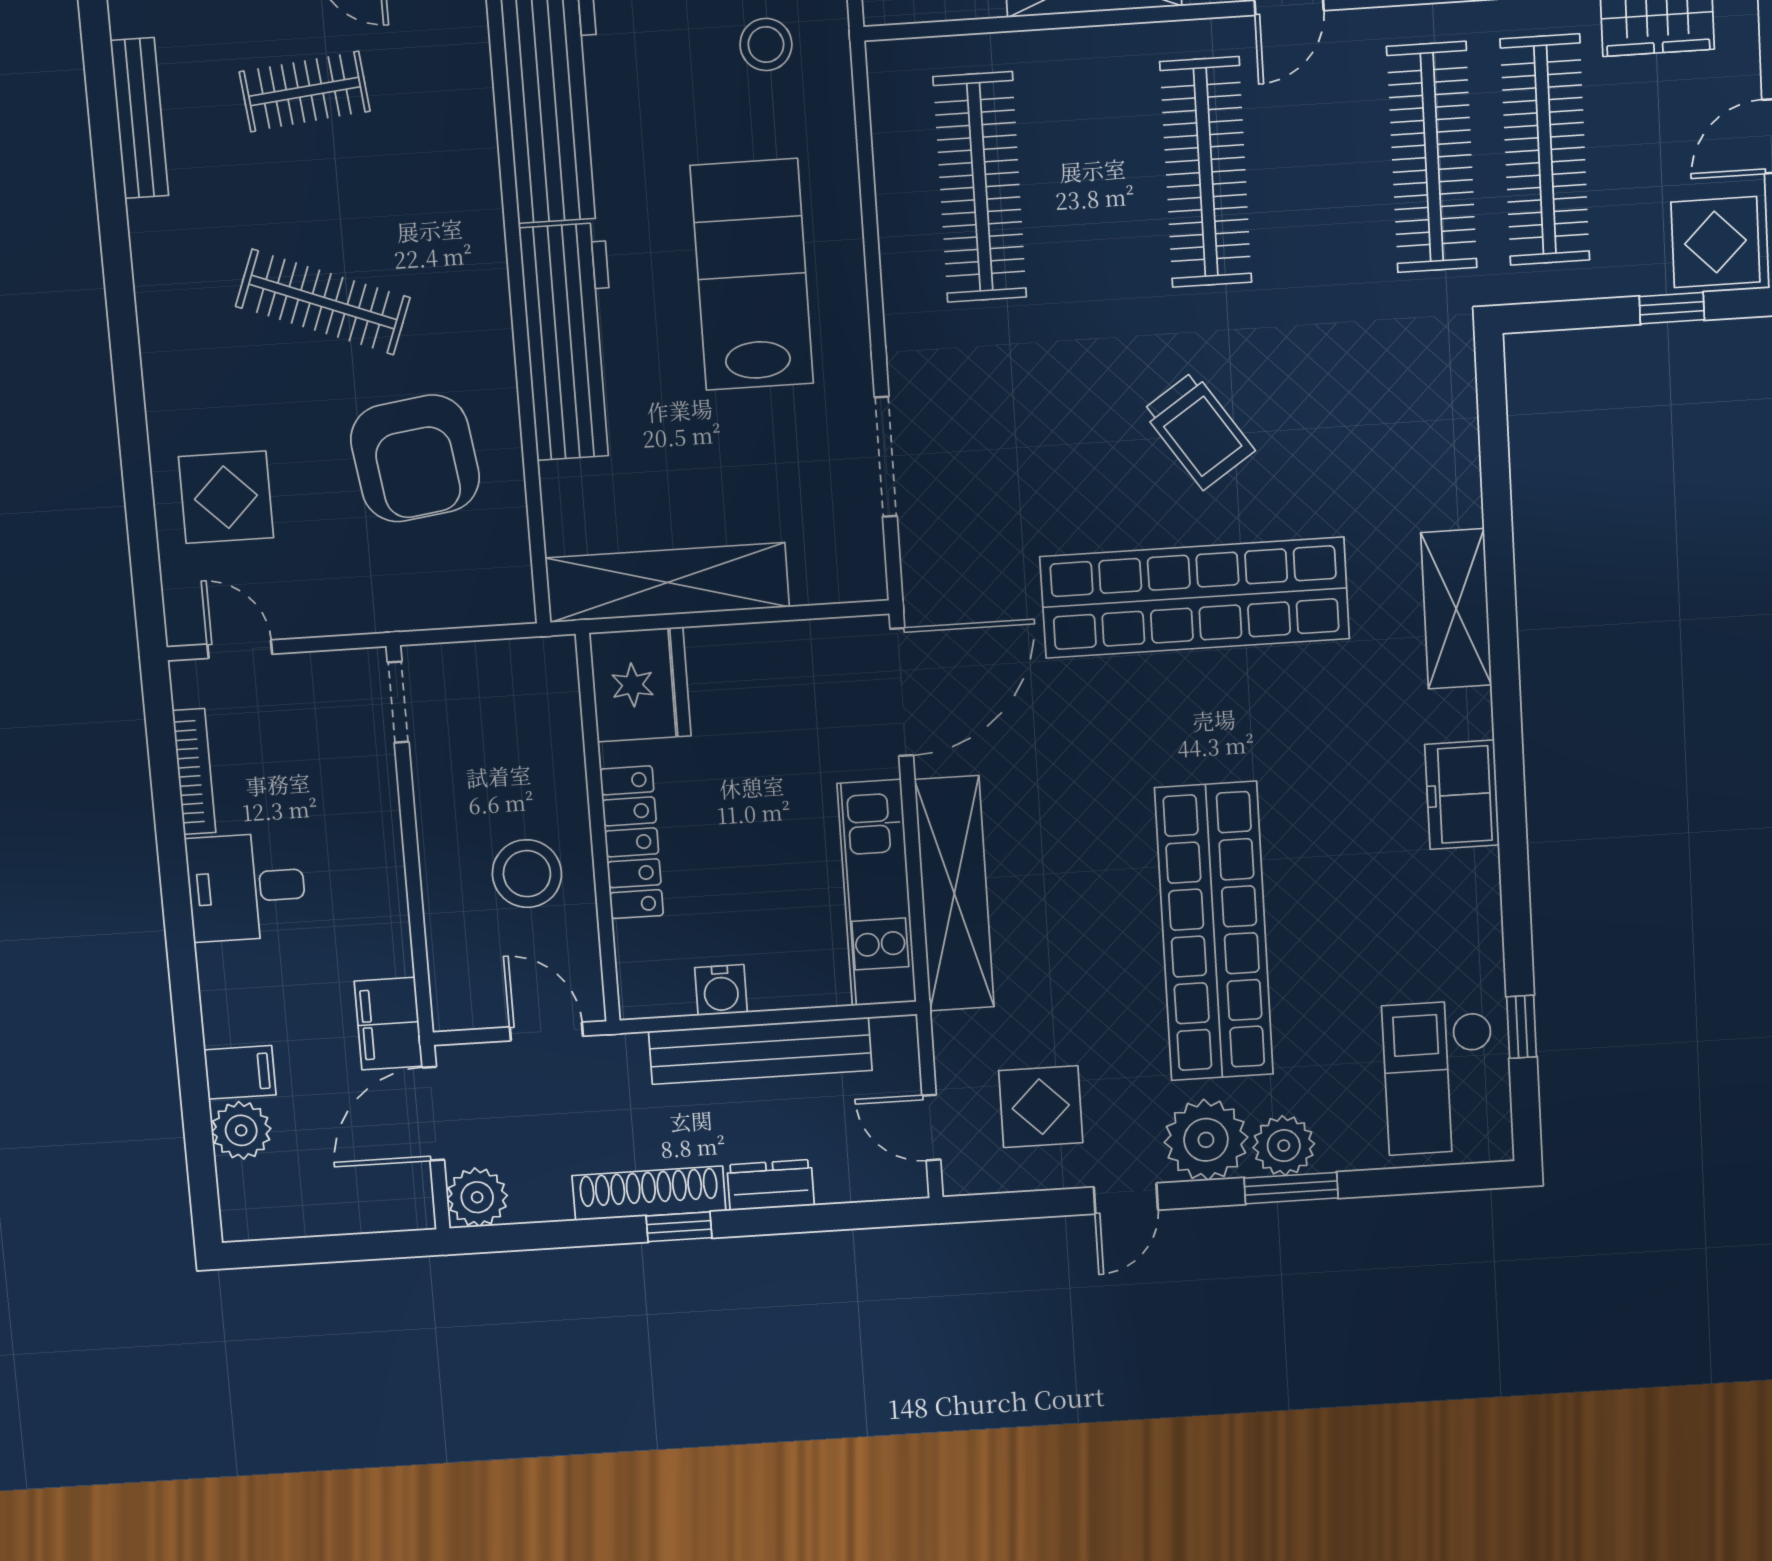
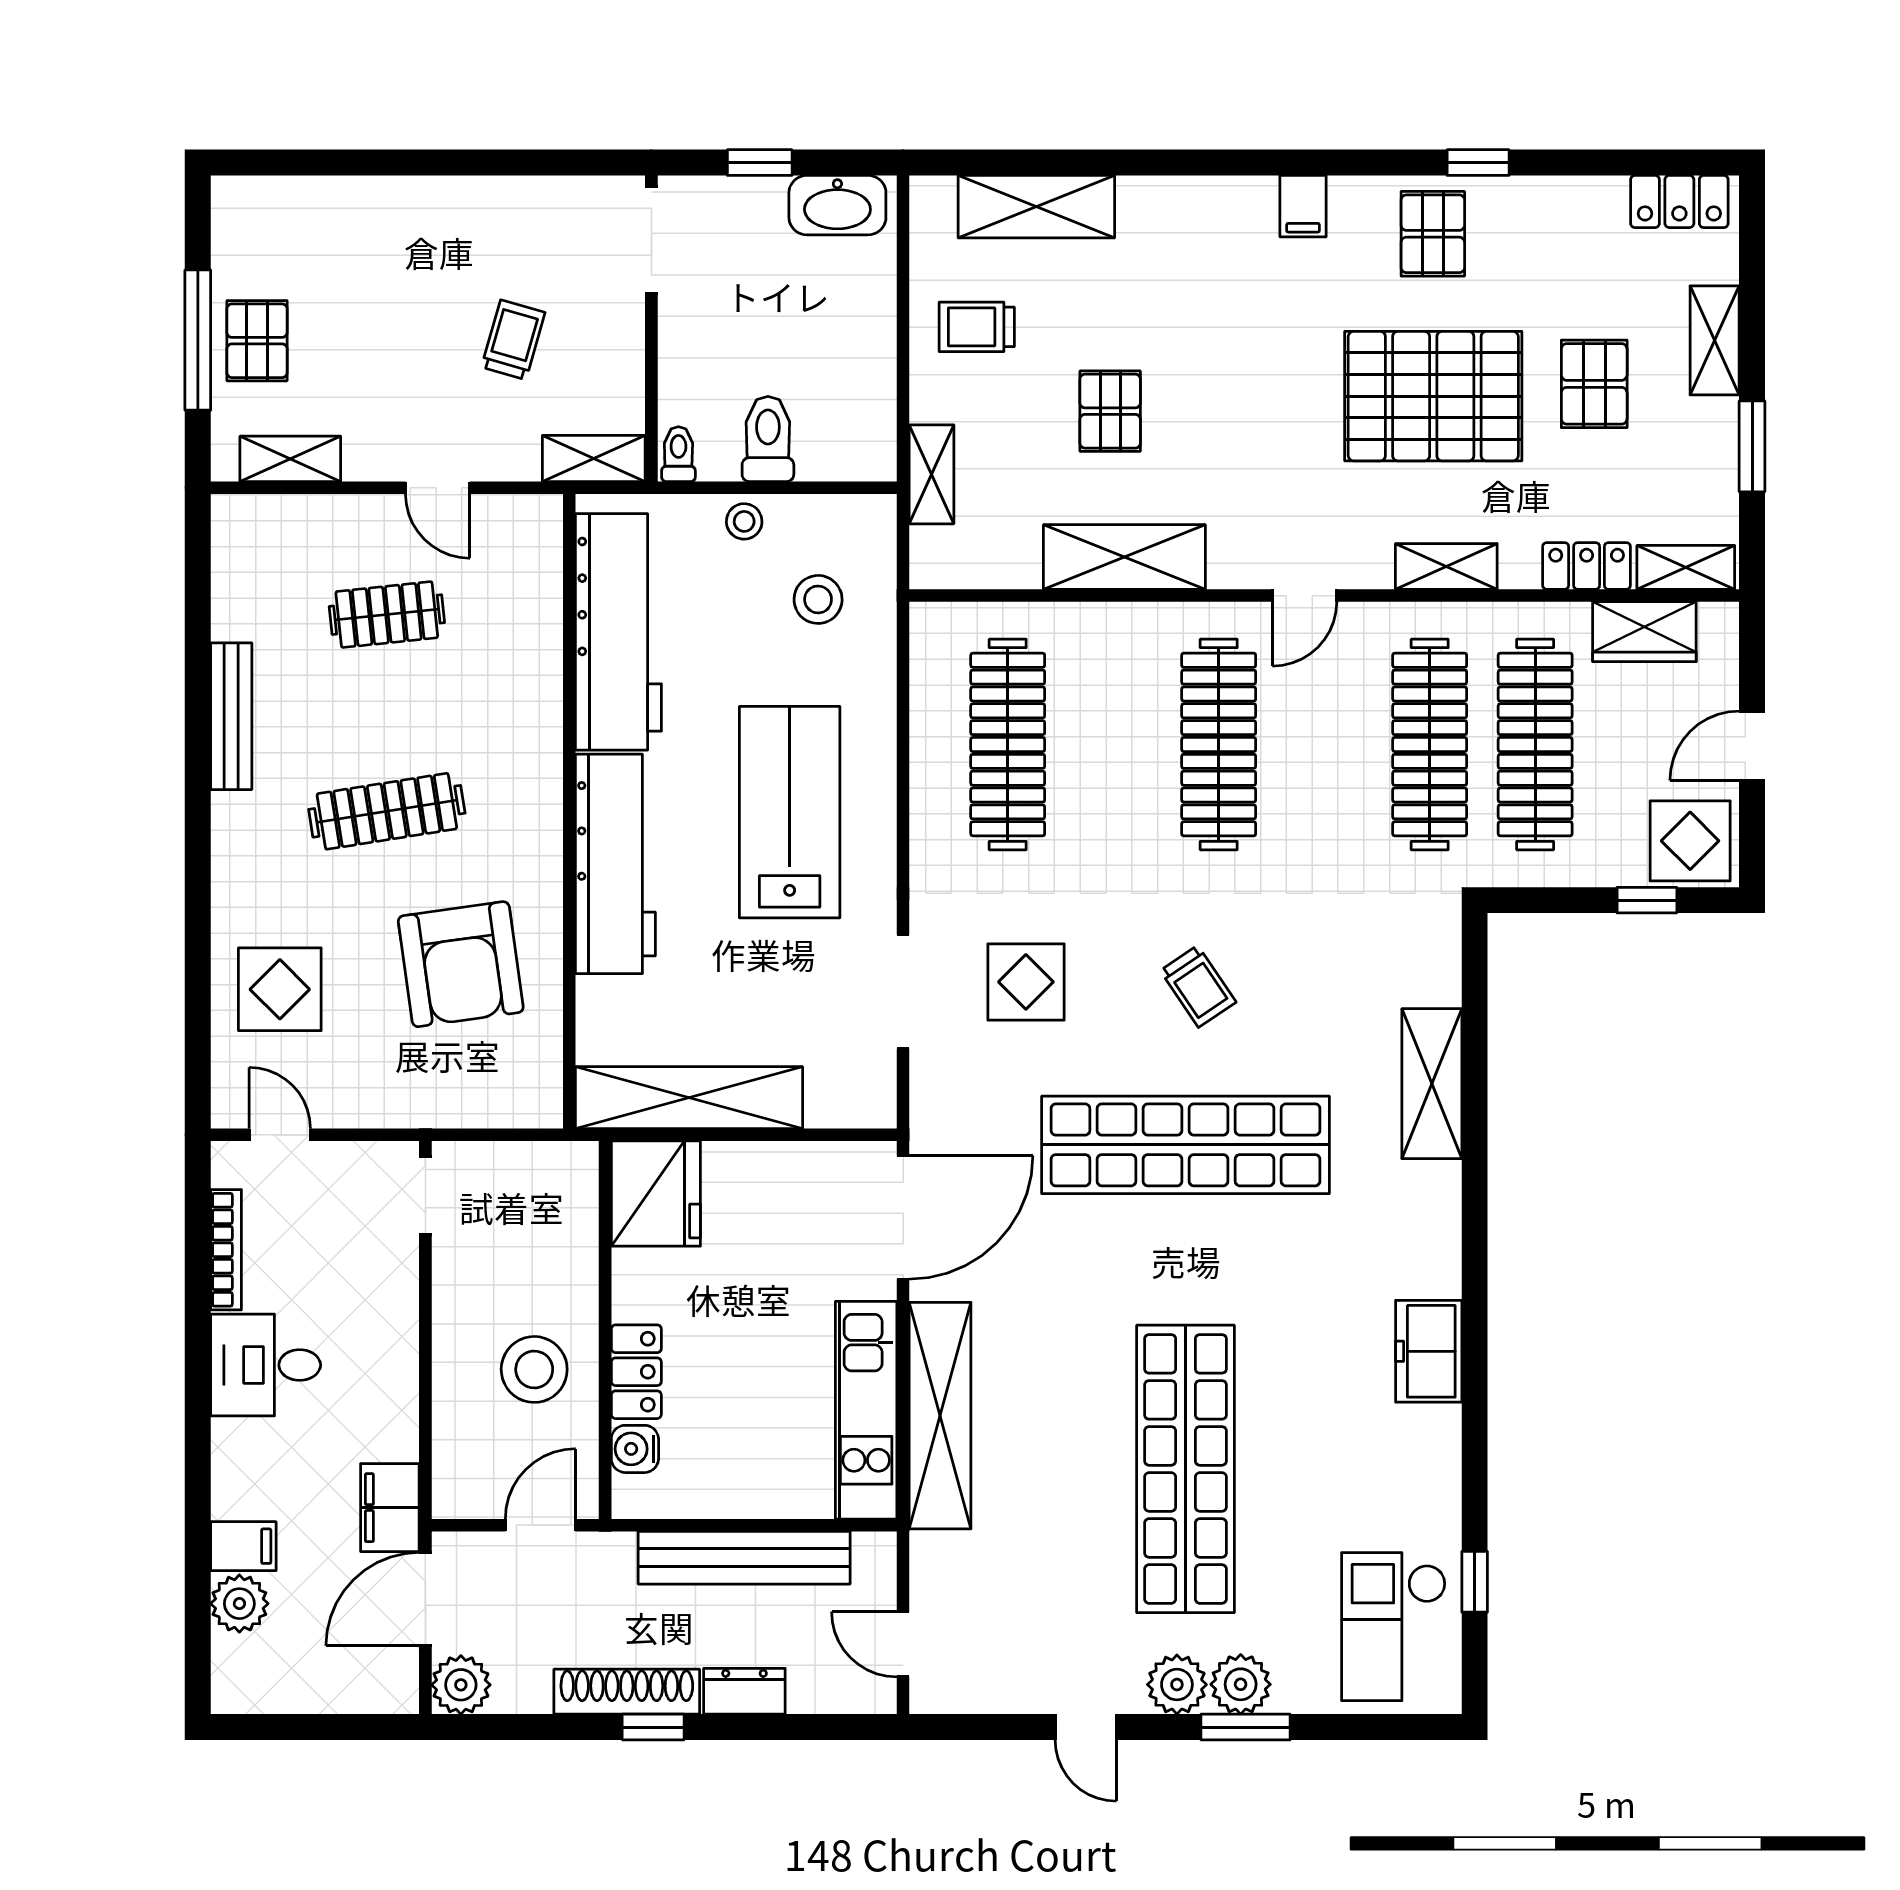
bench: (139, 118) -> (231, 716), moved
clothes rail: (323, 302) -> (387, 811), turned -30
trolley: (1198, 431) -> (1198, 986), width x0.73, depth x0.72
shelving: (1456, 609) -> (1432, 1084), moved
locker: (632, 842) -> (636, 1372), width x0.66
water cooler: (721, 990) -> (635, 1449), moved, turned 90
door: (546, 1031) -> (540, 1525), hinge flipped
display table: (1041, 1107) -> (1026, 982), moved
plant: (1206, 1140) -> (1177, 1685), width x0.73, depth x0.73
door: (1126, 1199) -> (1086, 1727), hinge flipped

